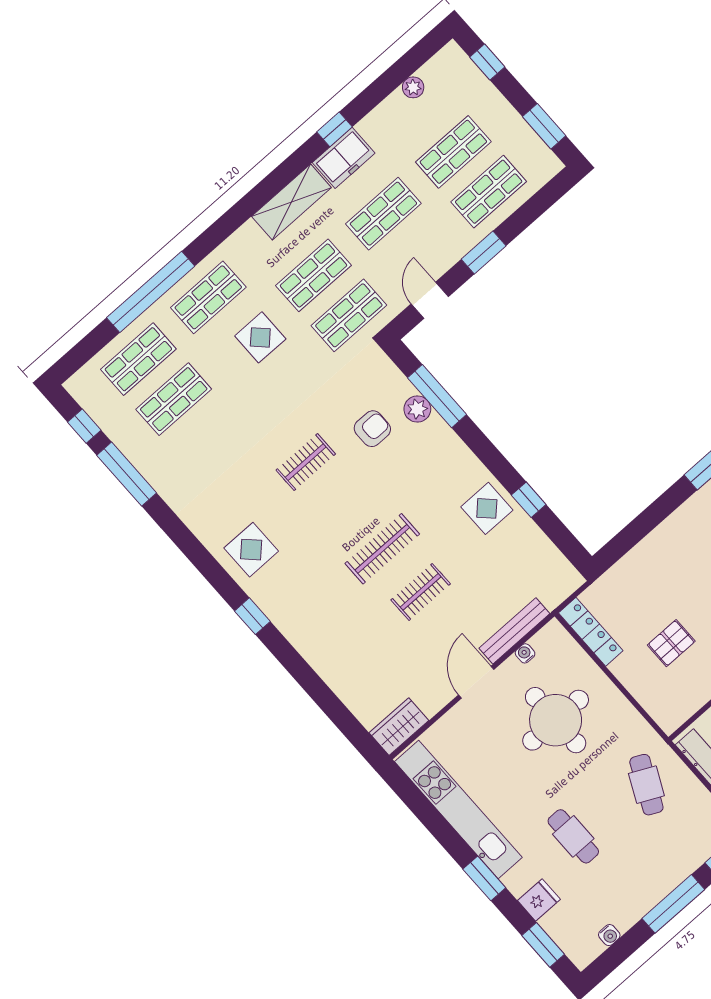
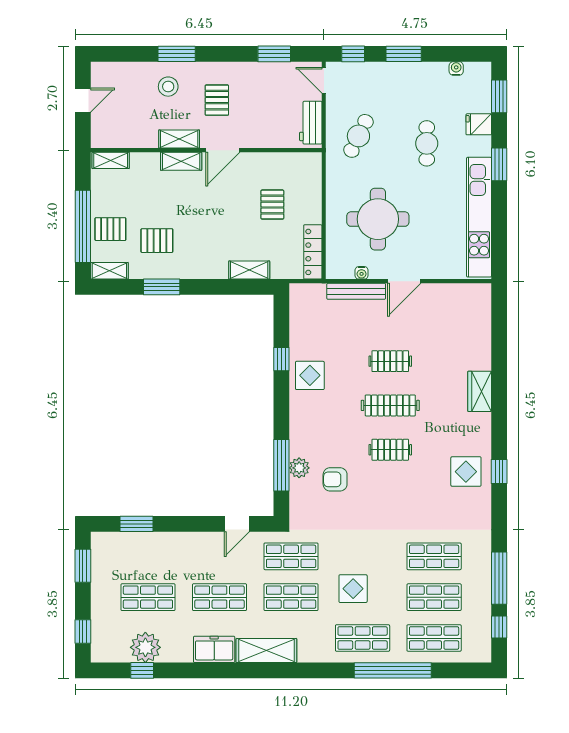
plant: (413, 87) -> (145, 647), width x1.88, depth x1.88
window: (334, 129) -> (142, 670), moved
shop shelf: (489, 192) -> (434, 556), moved
window: (484, 253) -> (136, 524), moved
clothes rail: (306, 462) -> (390, 450), moved
shelving: (637, 559) -> (249, 270), added
window: (252, 616) -> (499, 472), moved
pallet: (671, 643) -> (272, 205), turned 90
wardrobe: (399, 727) -> (480, 391), moved, turned 90
window: (673, 904) -> (404, 54), width x0.69

